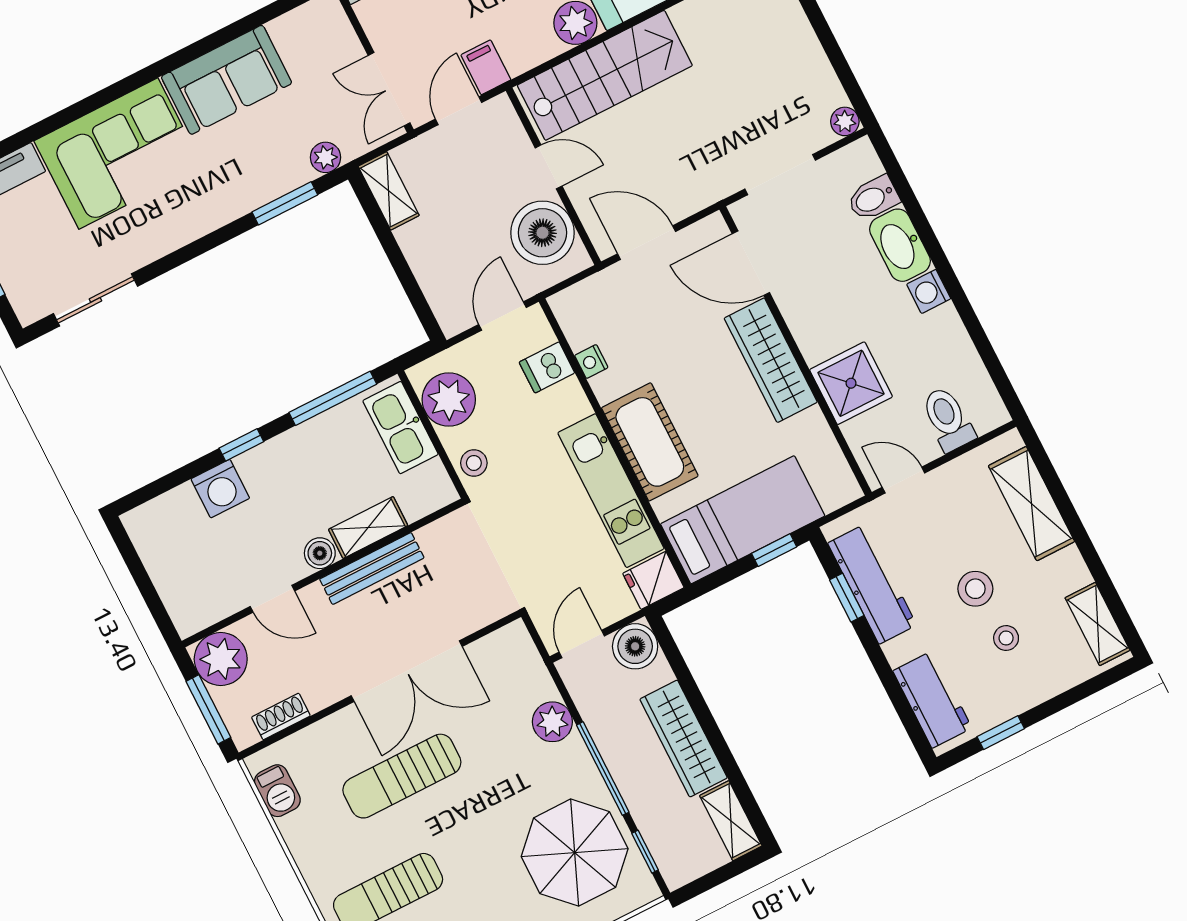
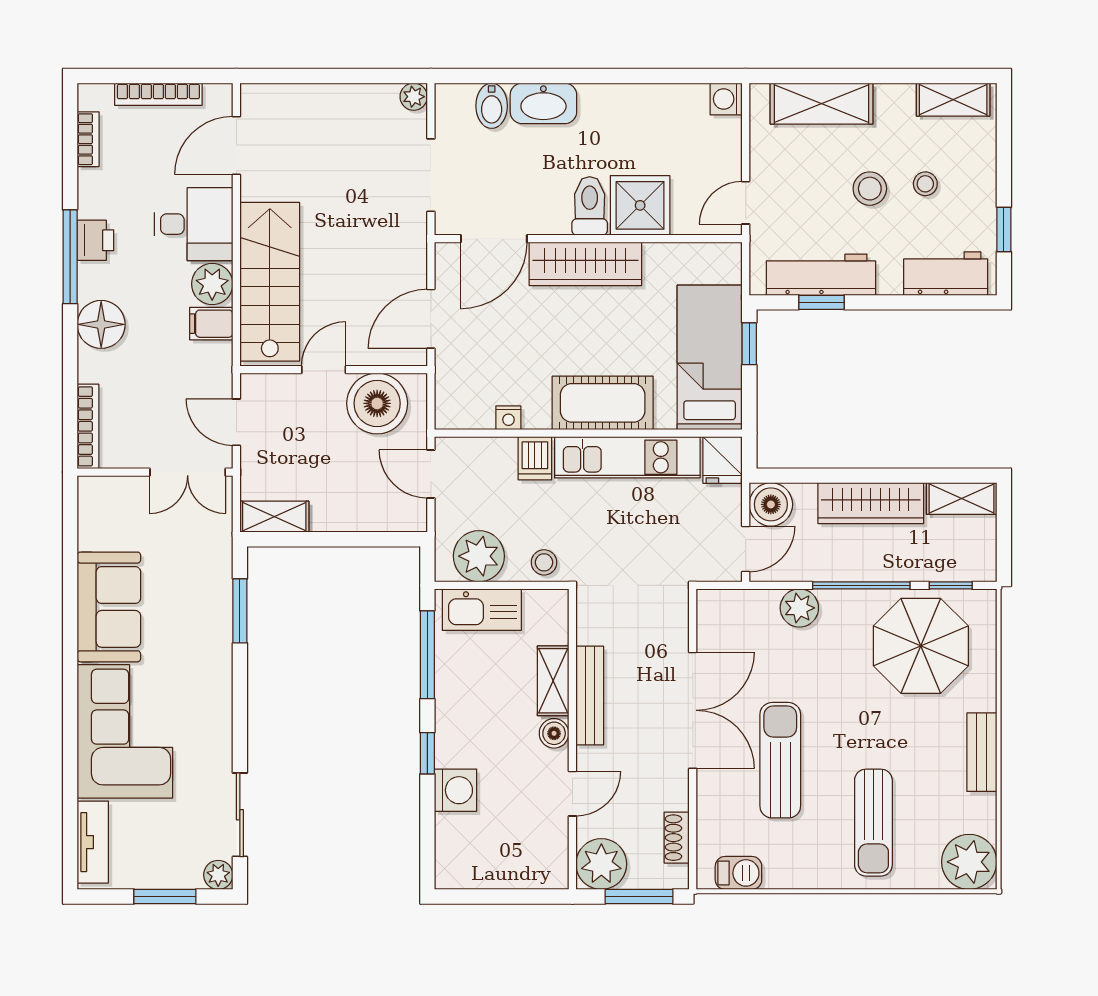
filing cabinet: (486, 67) -> (211, 324), moved
plant: (325, 157) -> (218, 875), moved
washing machine: (929, 291) -> (726, 99), moved, turned 90
dishwasher: (547, 367) -> (535, 458), moved
toilet: (948, 419) -> (590, 206), moved, turned 90
door: (582, 644) -> (746, 549), swing flipped
sun lounger: (402, 776) -> (780, 760), turned 180

